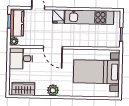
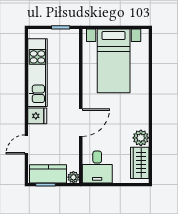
plant: (53, 90) -> (141, 138), moved

